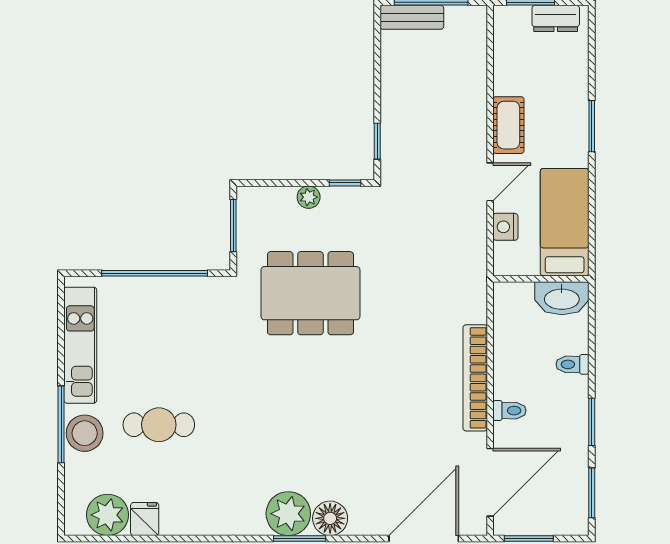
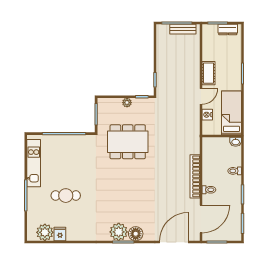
bench: (412, 17) -> (183, 29), moved
washbasin: (562, 298) -> (236, 142), width x0.52, depth x0.69
stool: (85, 433) -> (35, 199), removed

